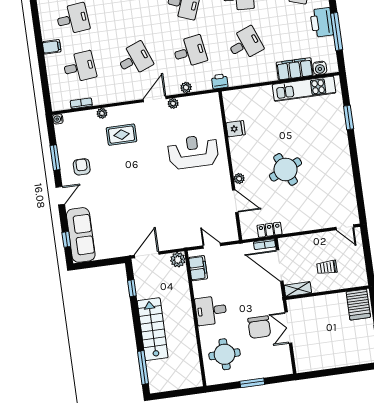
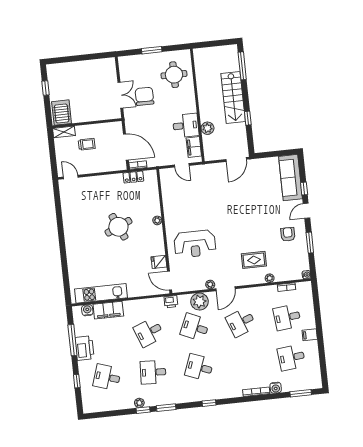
desk: (190, 52) -> (195, 327), turned 33
plant: (186, 87) -> (199, 302), width x1.87, depth x1.87
window: (349, 118) -> (65, 268), removed
armchair: (82, 167) -> (288, 234), turned 180
door: (235, 201) -> (170, 281), moved
window: (66, 239) -> (304, 189), moved
plant: (178, 260) -> (207, 128), moved
window: (132, 288) -> (248, 118), moved
shelving: (298, 289) -> (64, 132), moved
desk: (211, 311) -> (186, 125), moved

